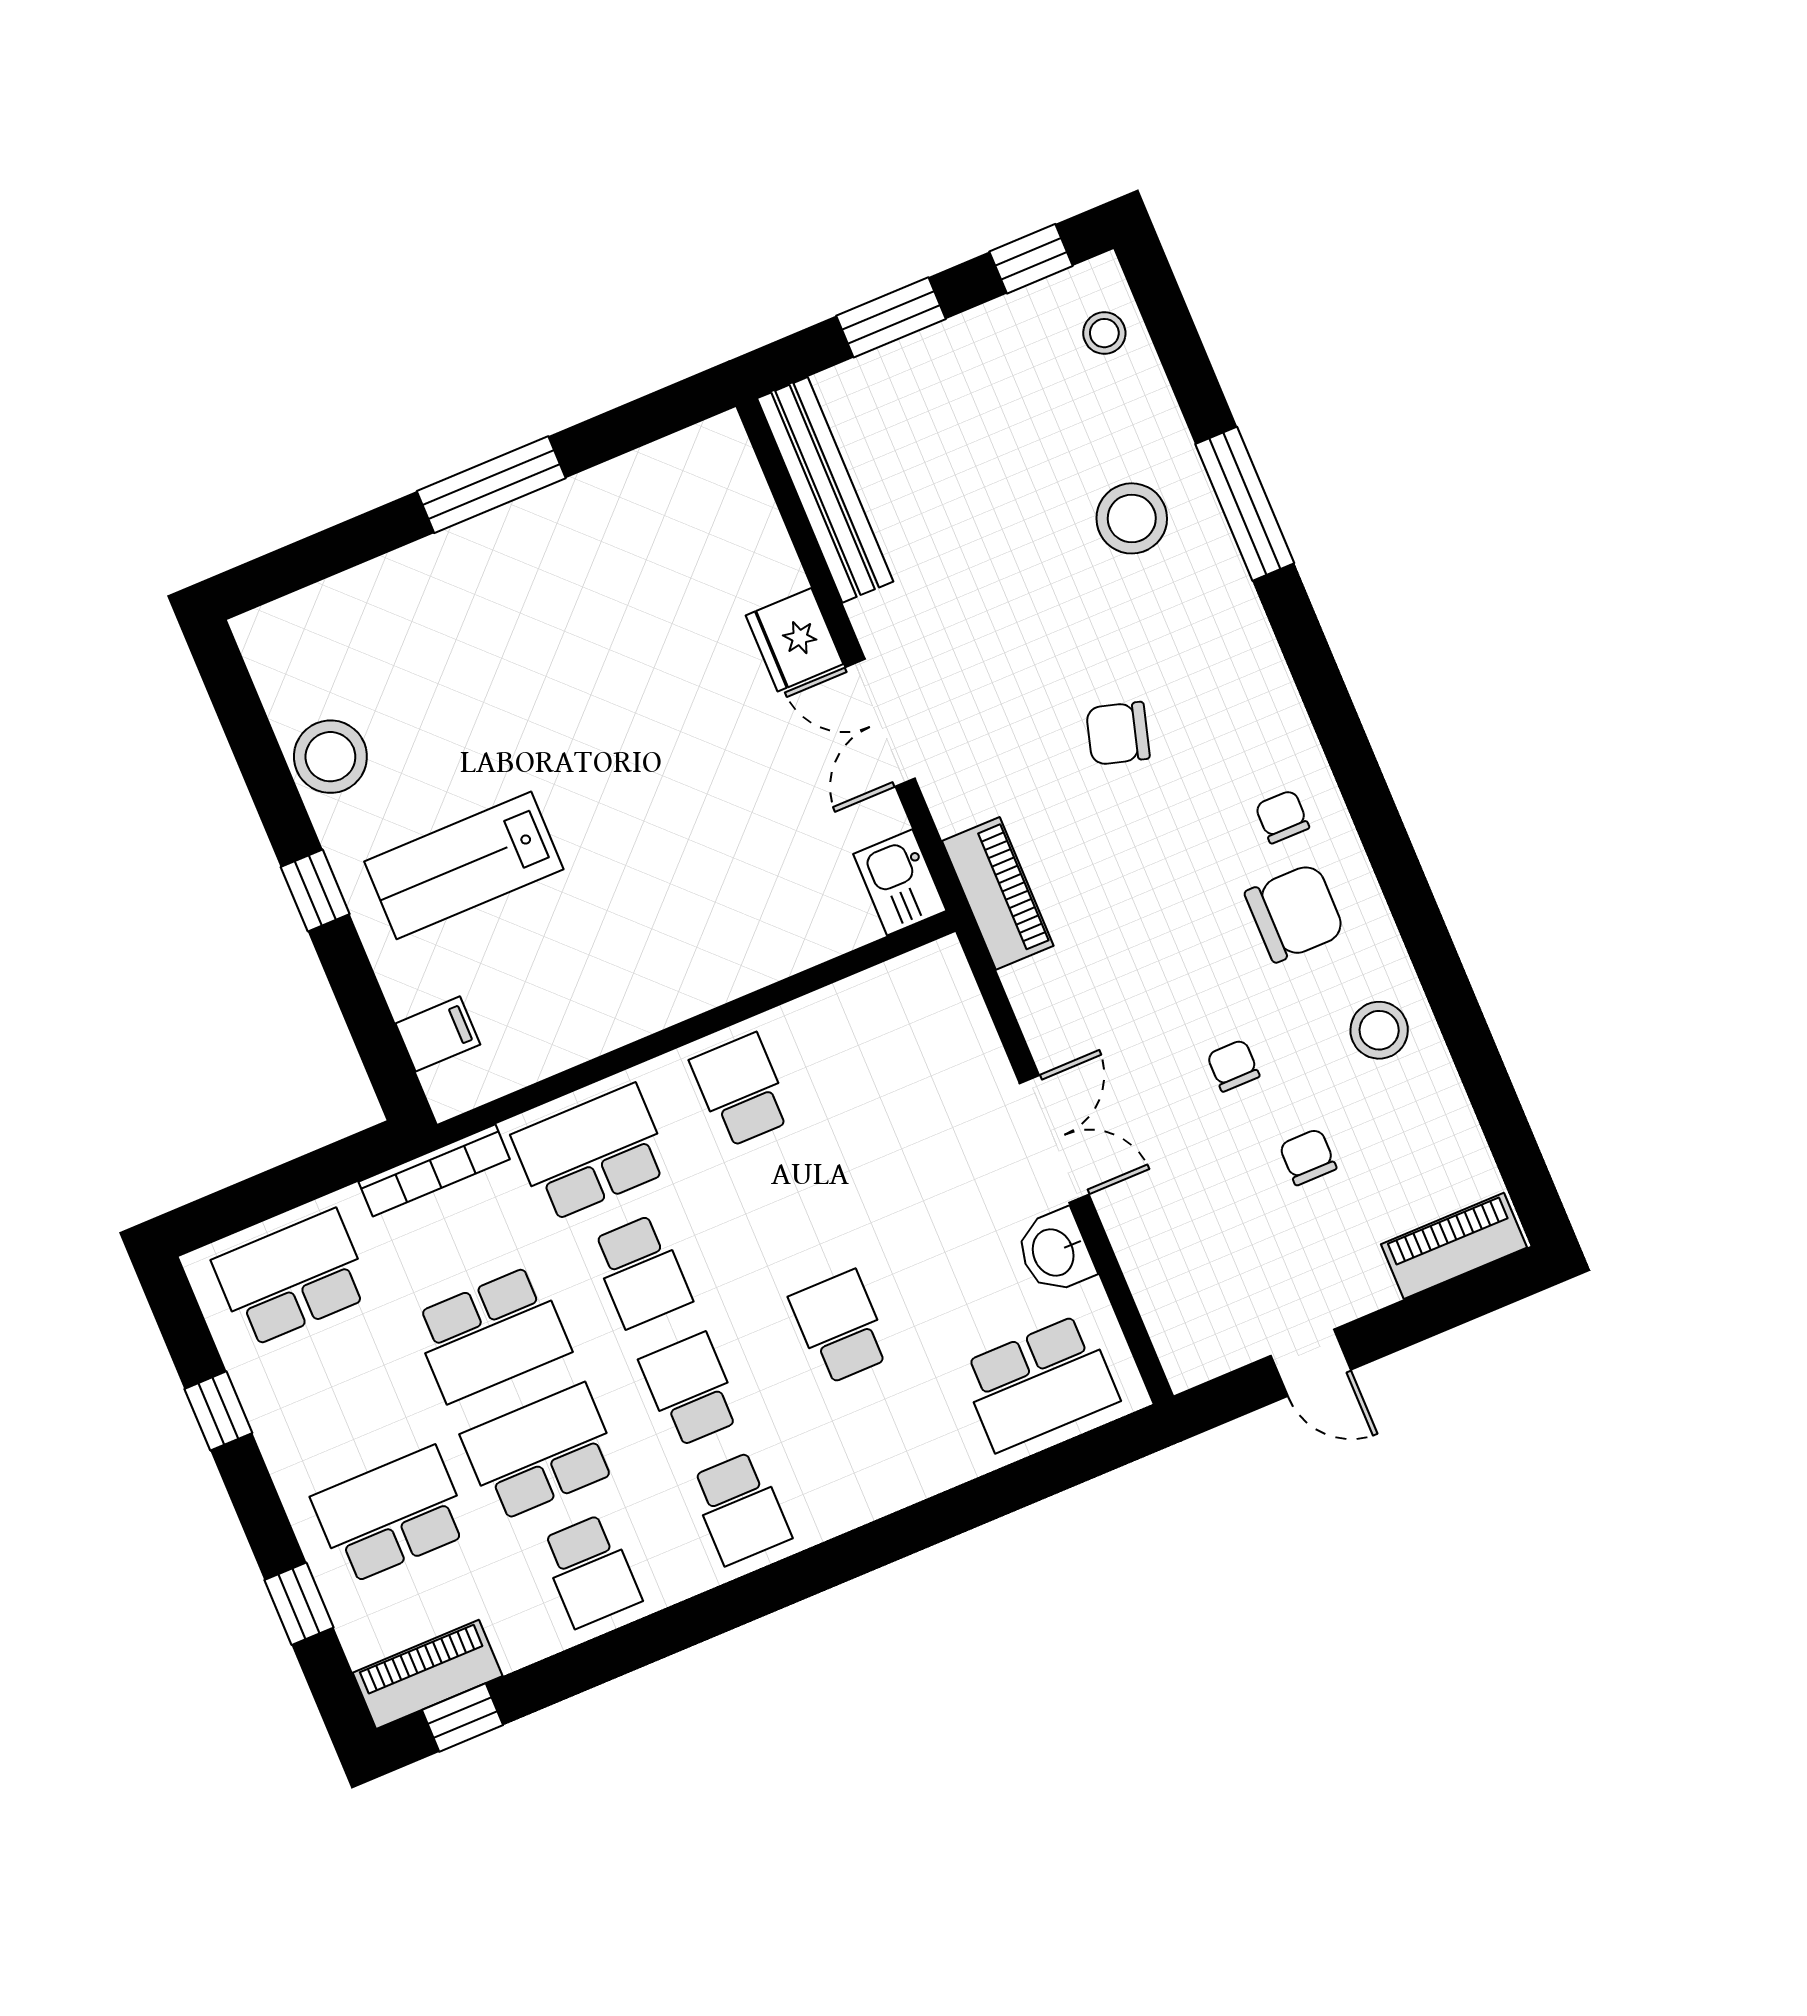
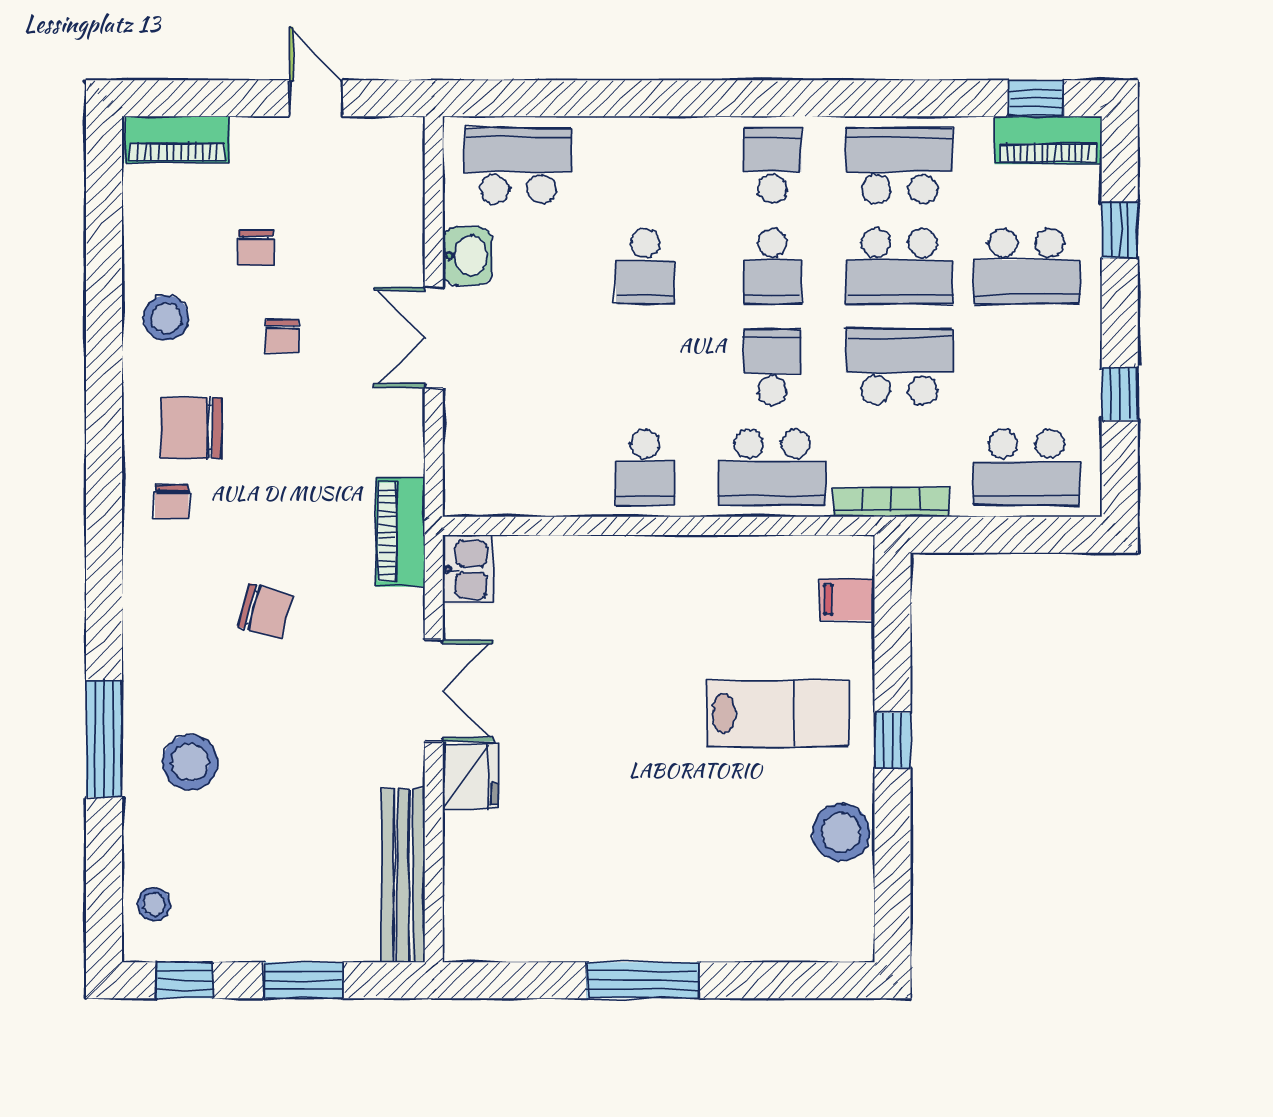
school desk: (590, 1571) -> (899, 166), width x1.85

